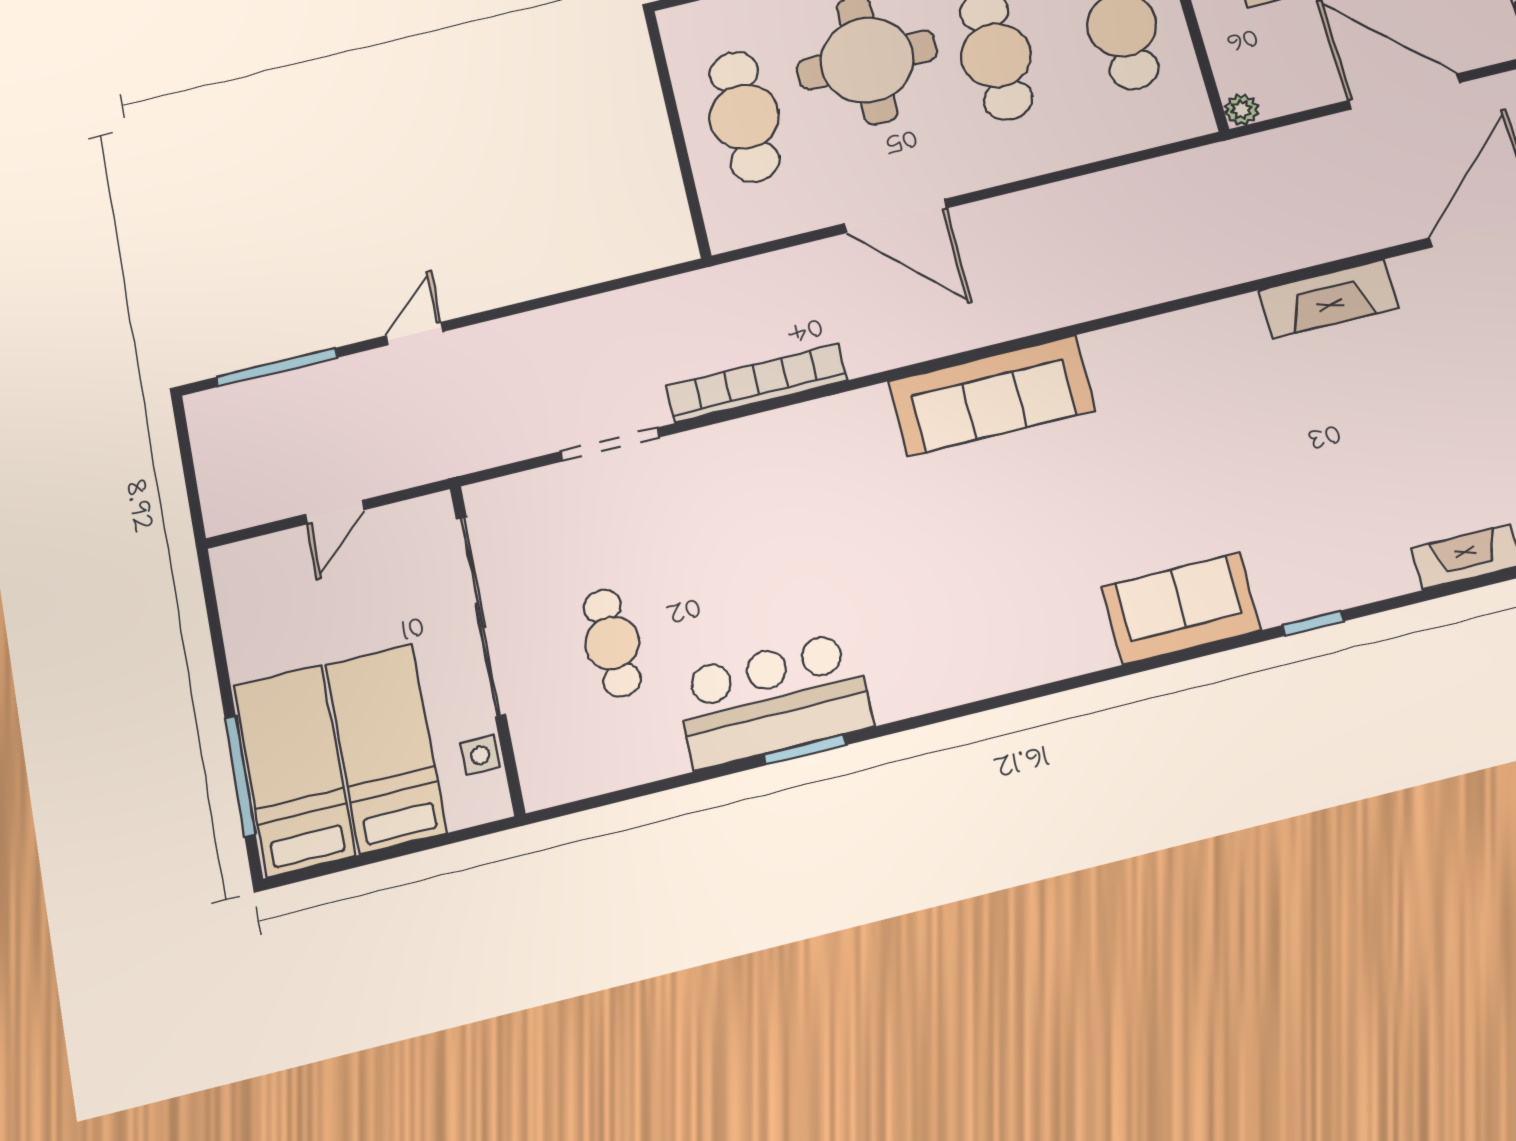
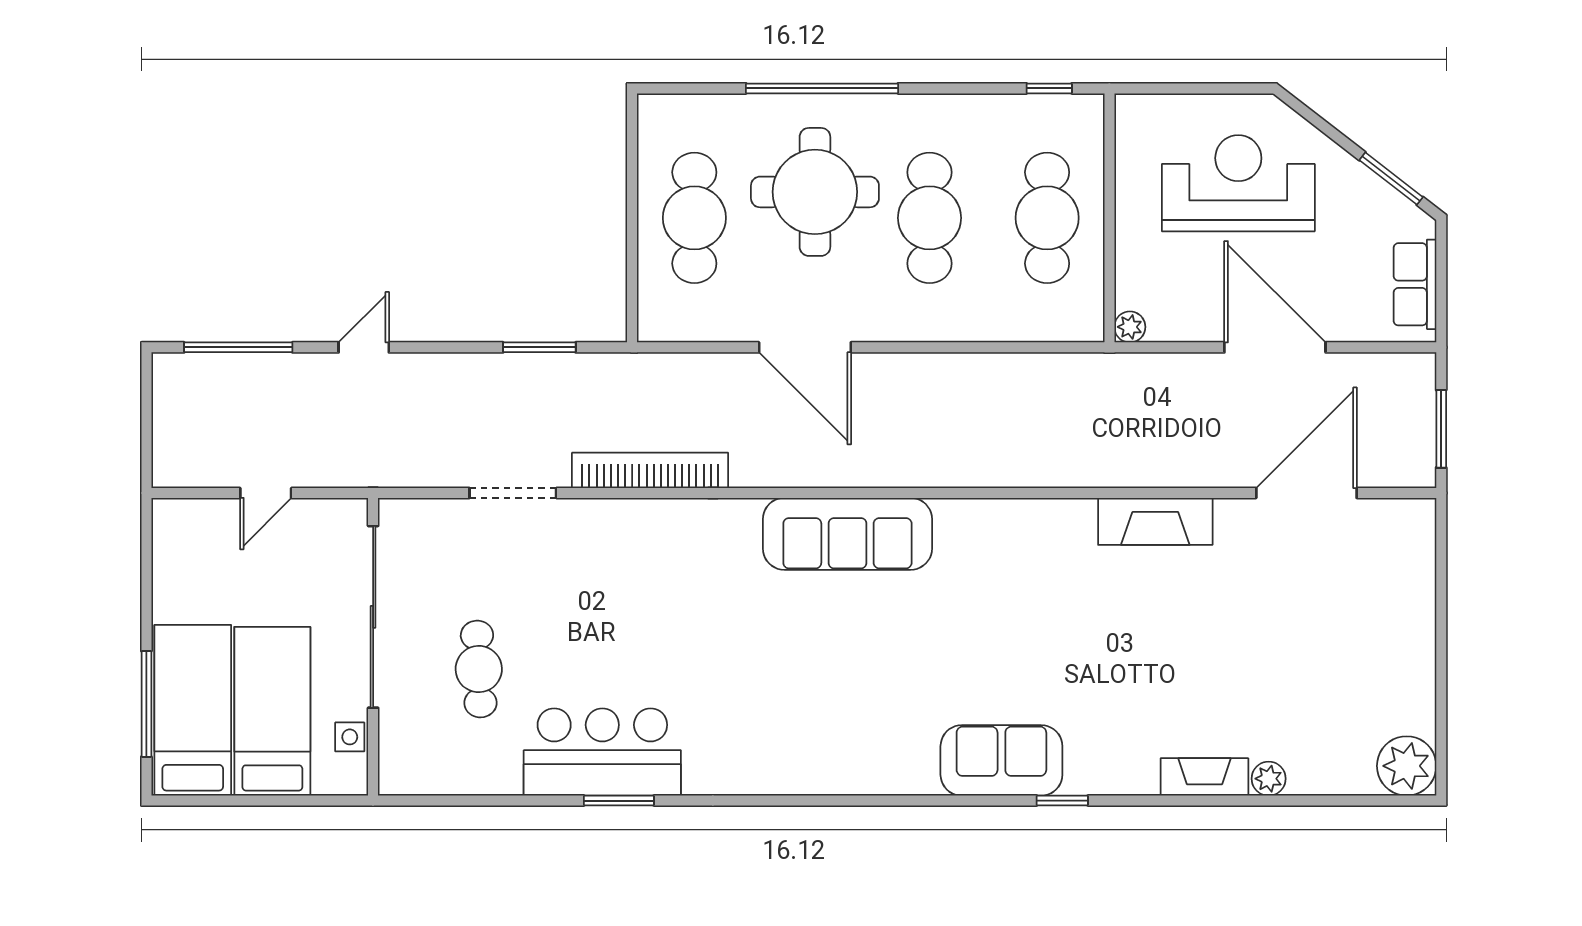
window: (606, 287) -> (539, 347), added
sofa: (1181, 609) -> (1001, 760), moved

